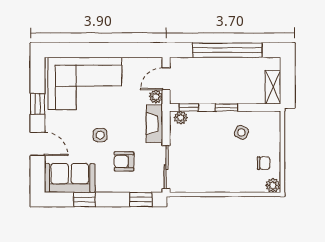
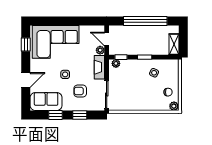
door: (166, 79) -> (107, 39), hinge flipped
window: (38, 104) -> (26, 45), moved
door: (38, 144) -> (26, 80), hinge flipped
window: (141, 200) -> (80, 115), moved

